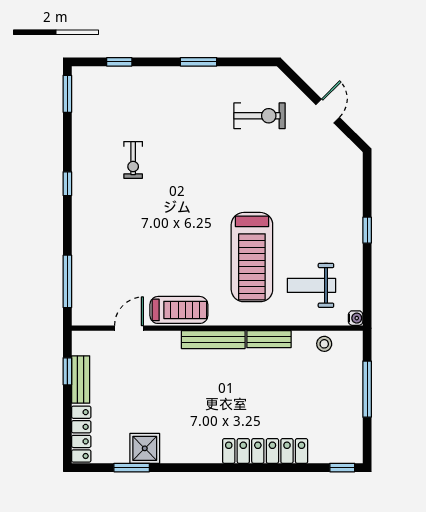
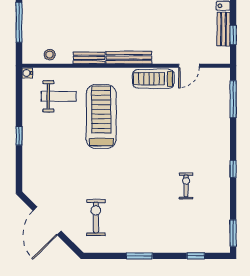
door: (328, 111) -> (47, 221), width x1.87
exercise bike: (259, 116) -> (96, 217), turned 90

